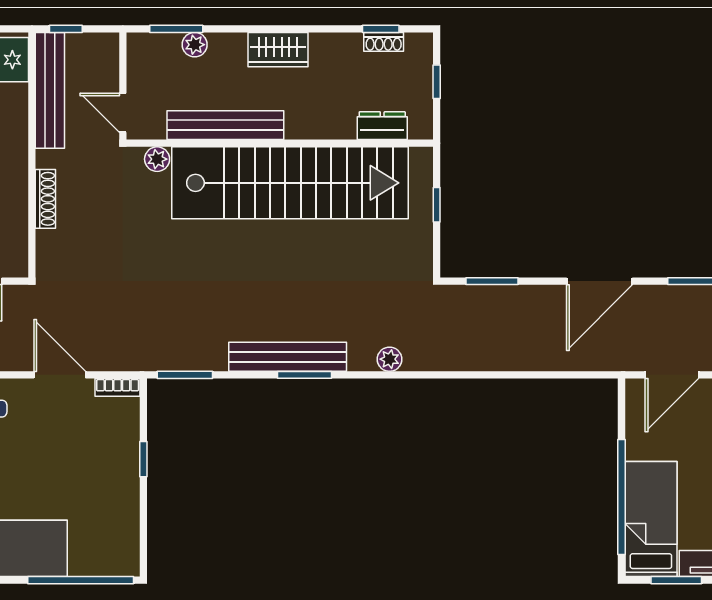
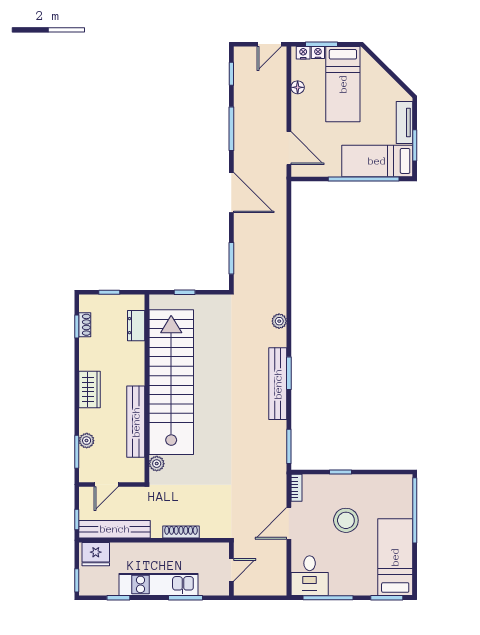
door: (123, 113) -> (106, 485), moved
stool: (64, 468) -> (346, 520), added

